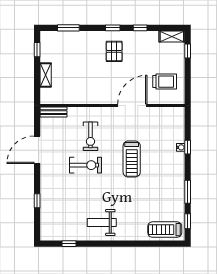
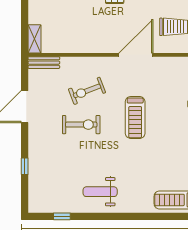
shelving: (46, 75) -> (34, 39), moved
exercise bike: (90, 136) -> (87, 91), turned 69

